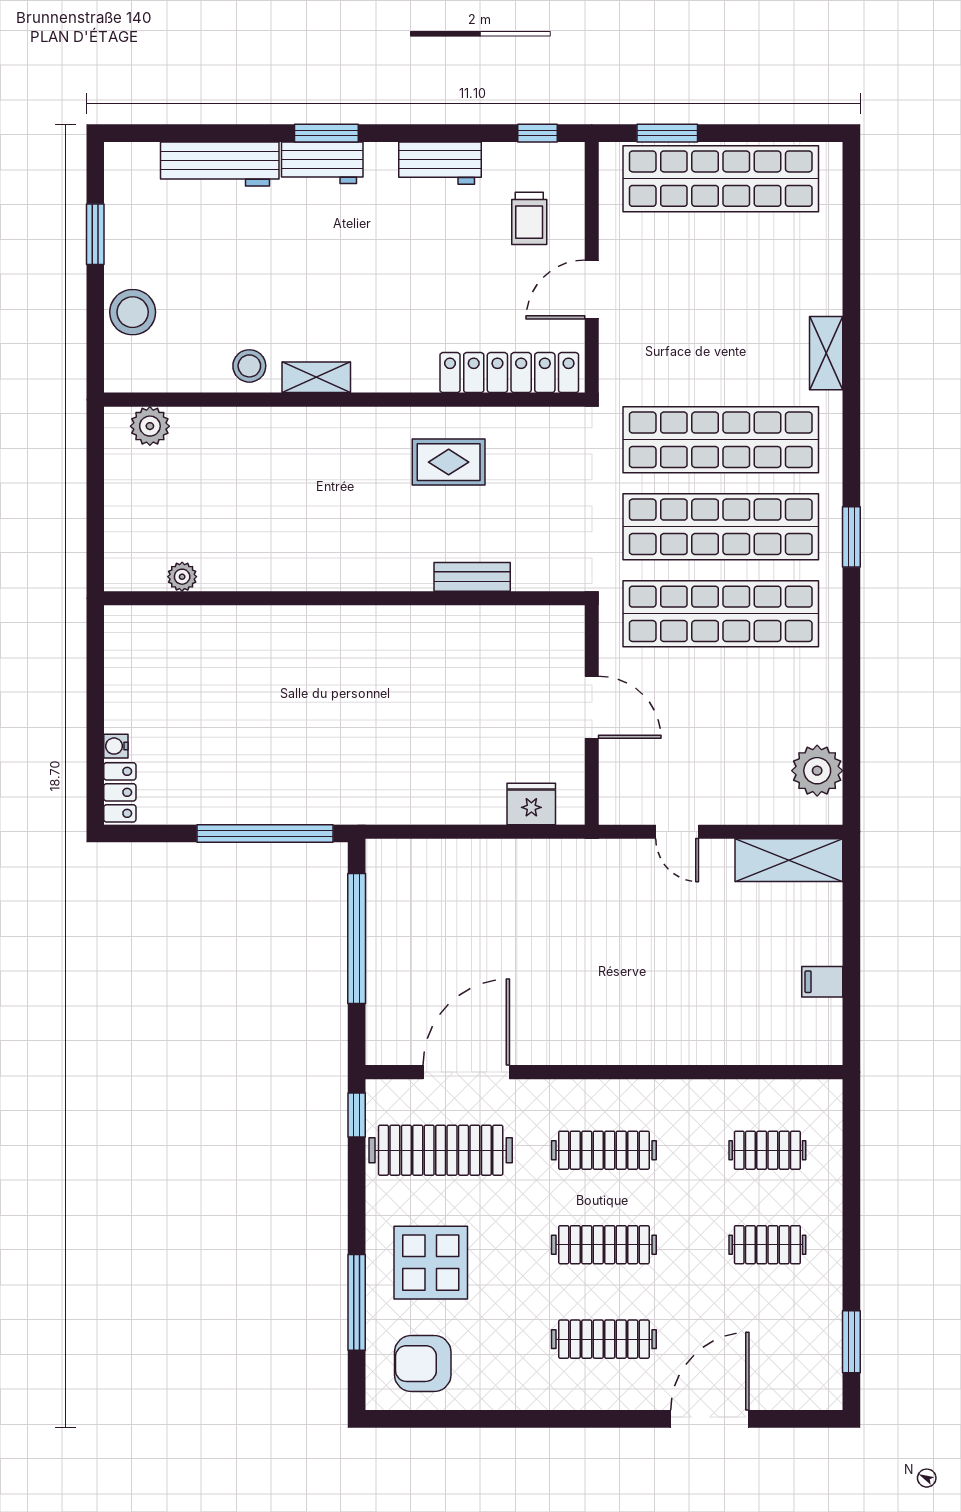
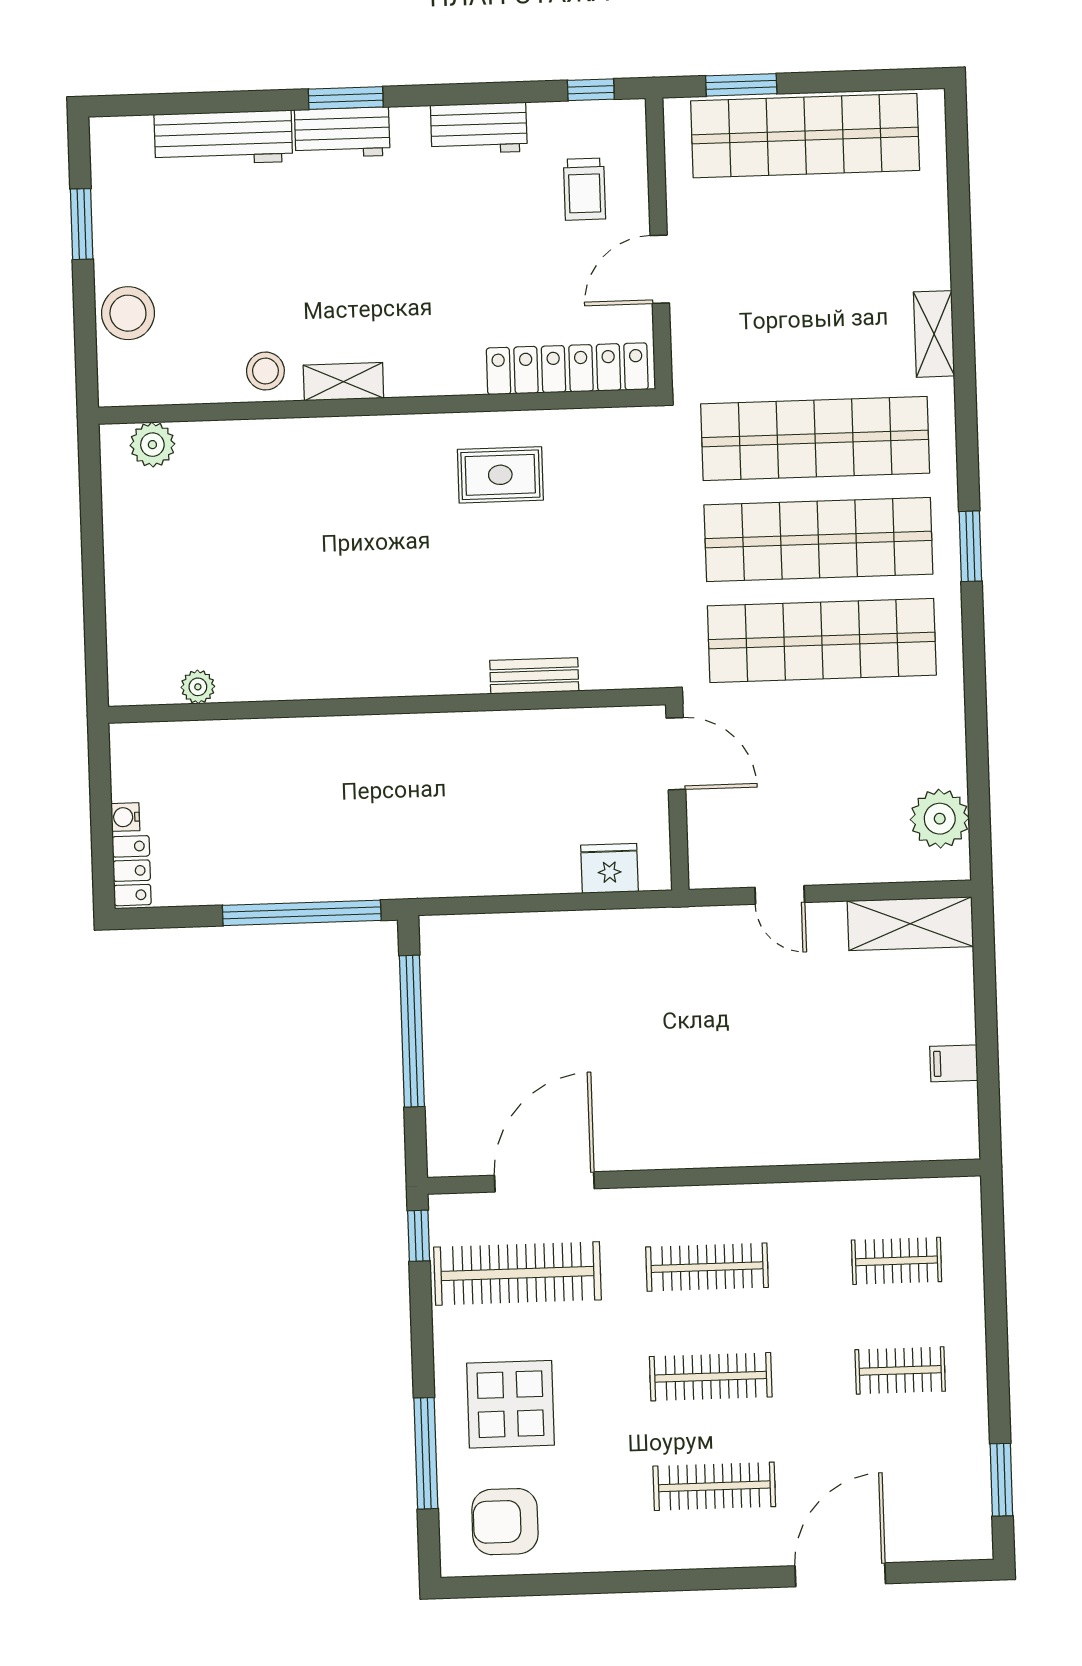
plant: (182, 577) -> (198, 687), moved
bench: (472, 577) -> (534, 676), moved
wall: (344, 598) -> (387, 706), moved

